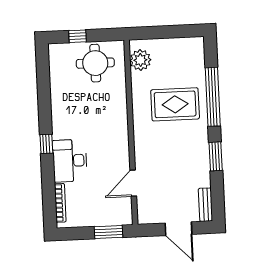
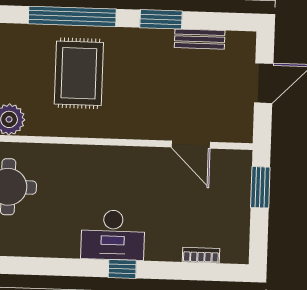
desk: (70, 161) -> (113, 235), moved
bookcase: (60, 203) -> (201, 255), width x0.64
bench: (205, 205) -> (200, 39), moved

